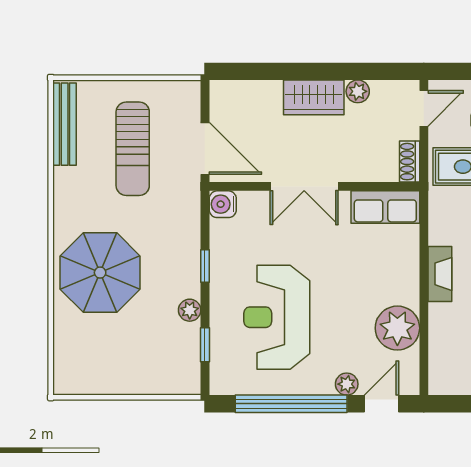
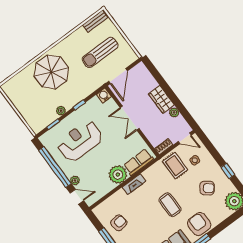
bench: (65, 124) -> (95, 21), width x0.73
row of seats: (385, 207) -> (139, 162), moved, turned 90
plant: (397, 328) -> (118, 175), moved

